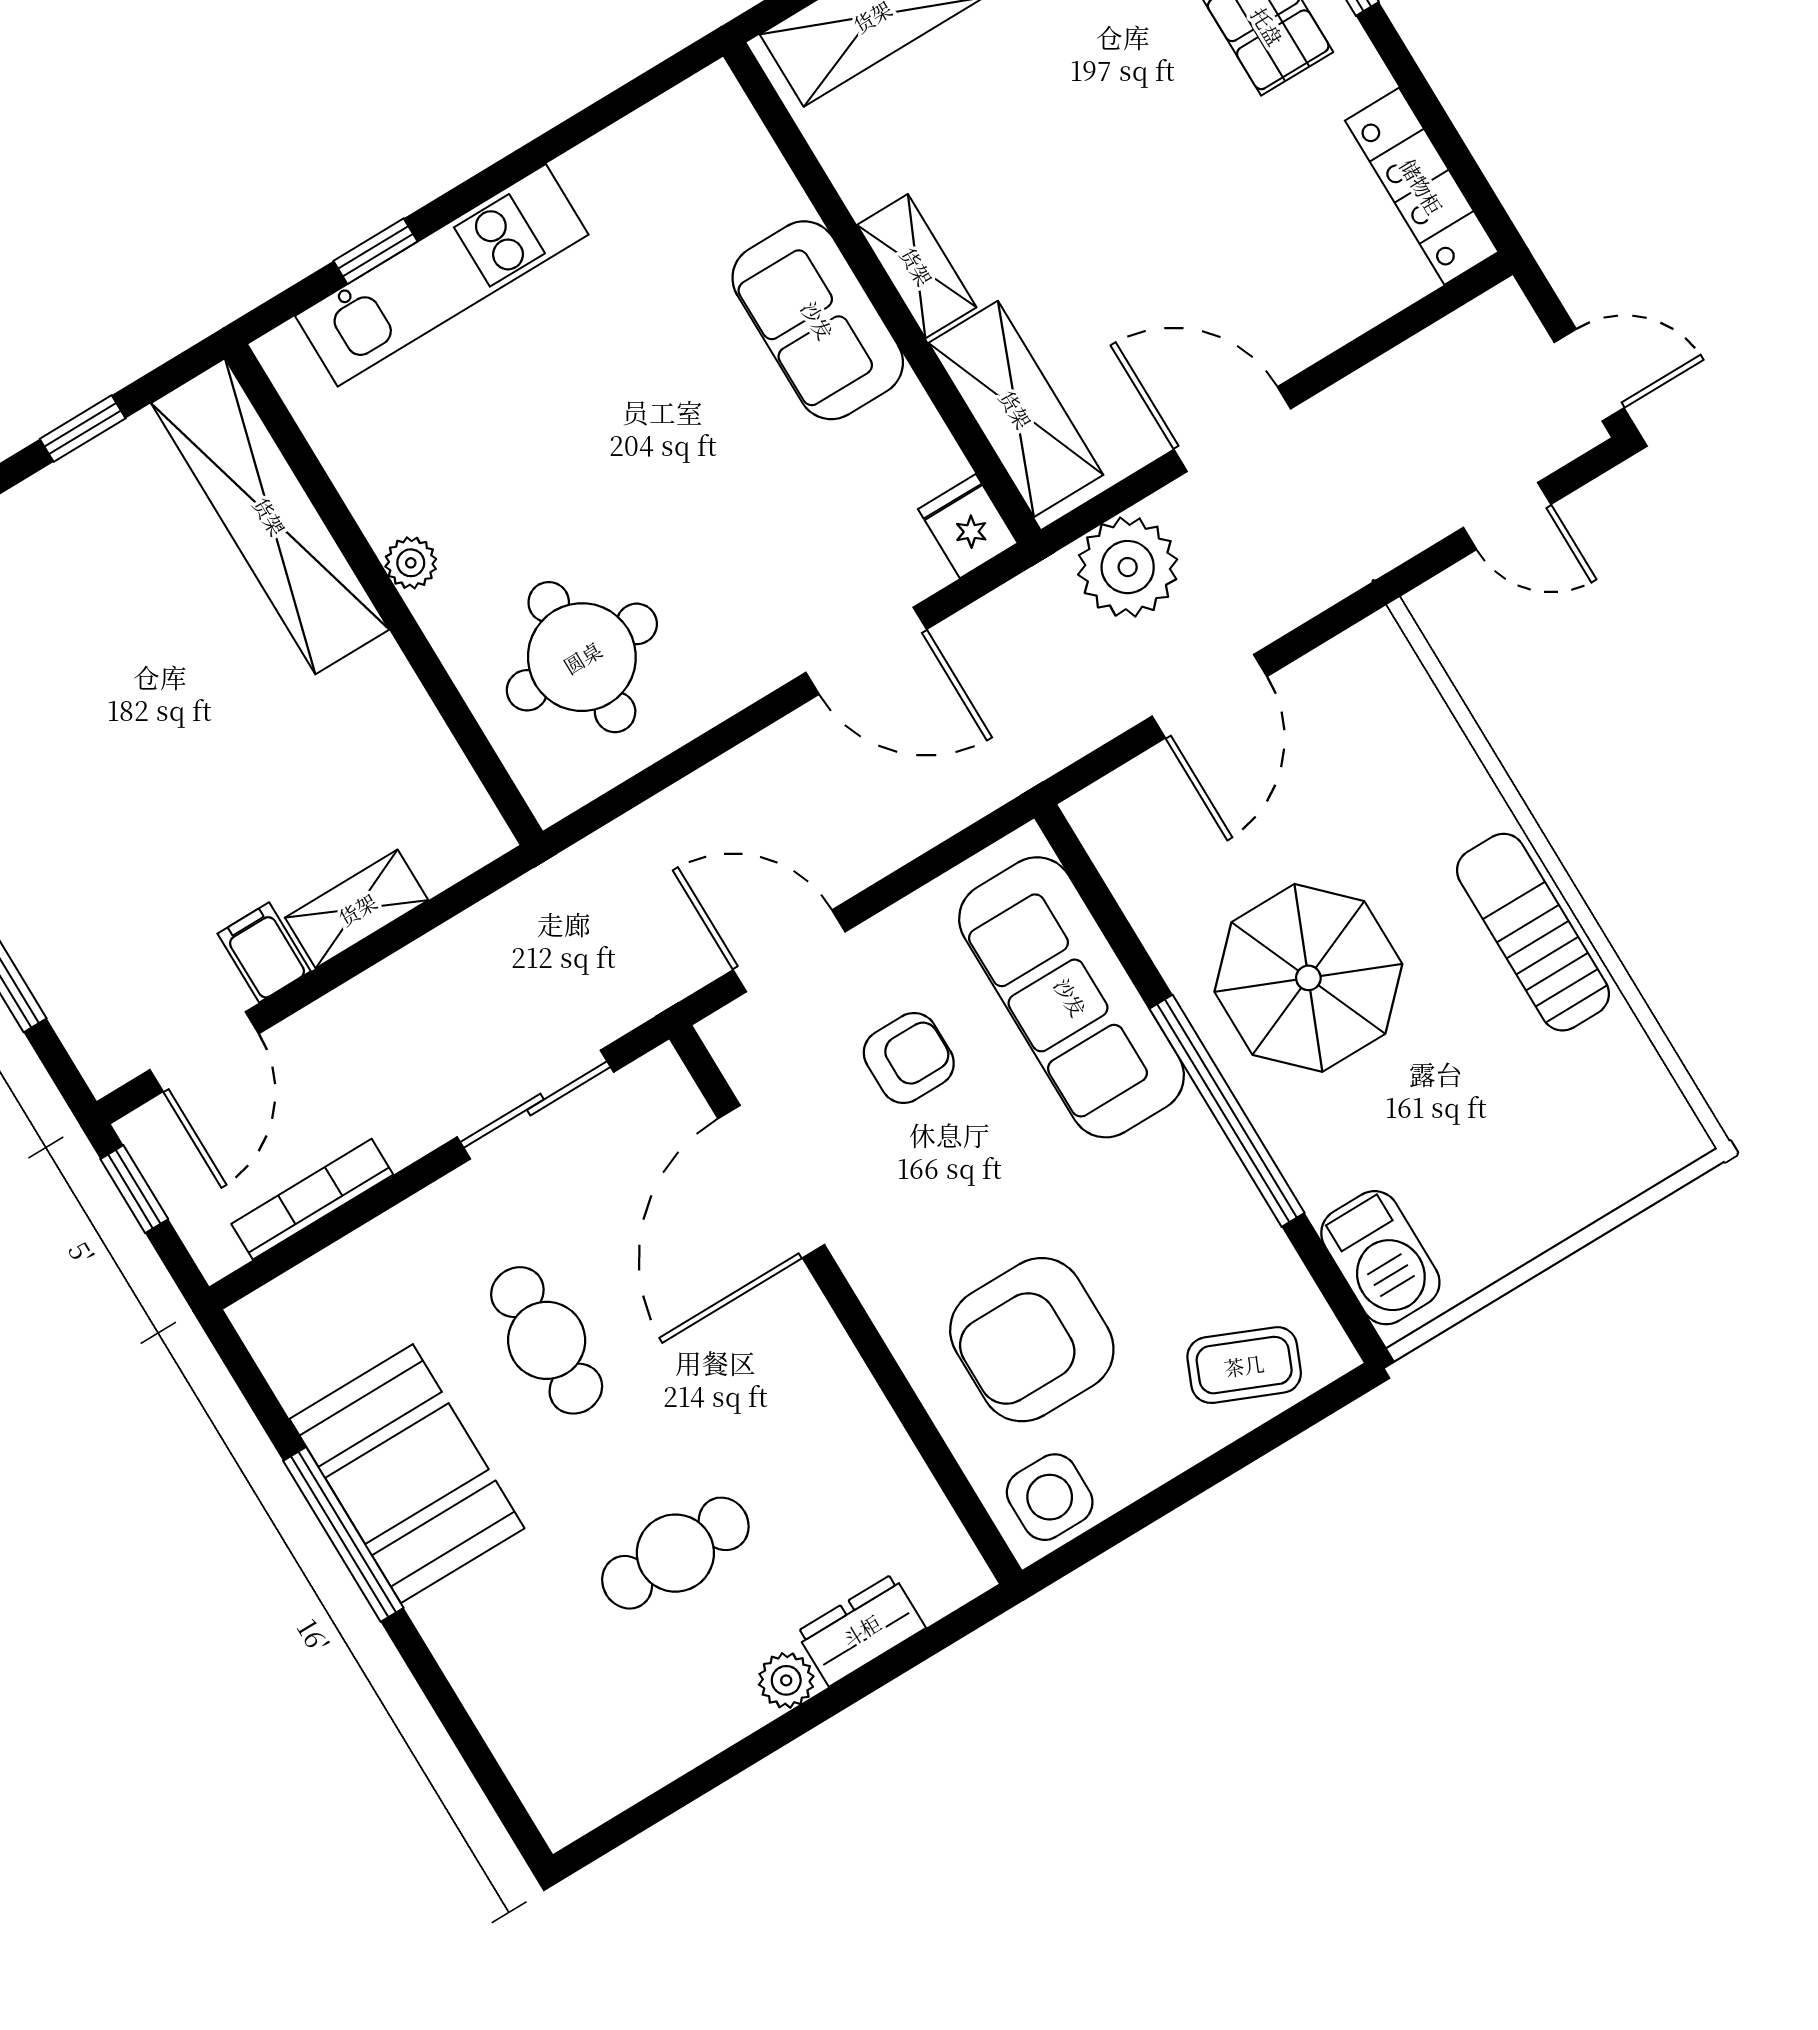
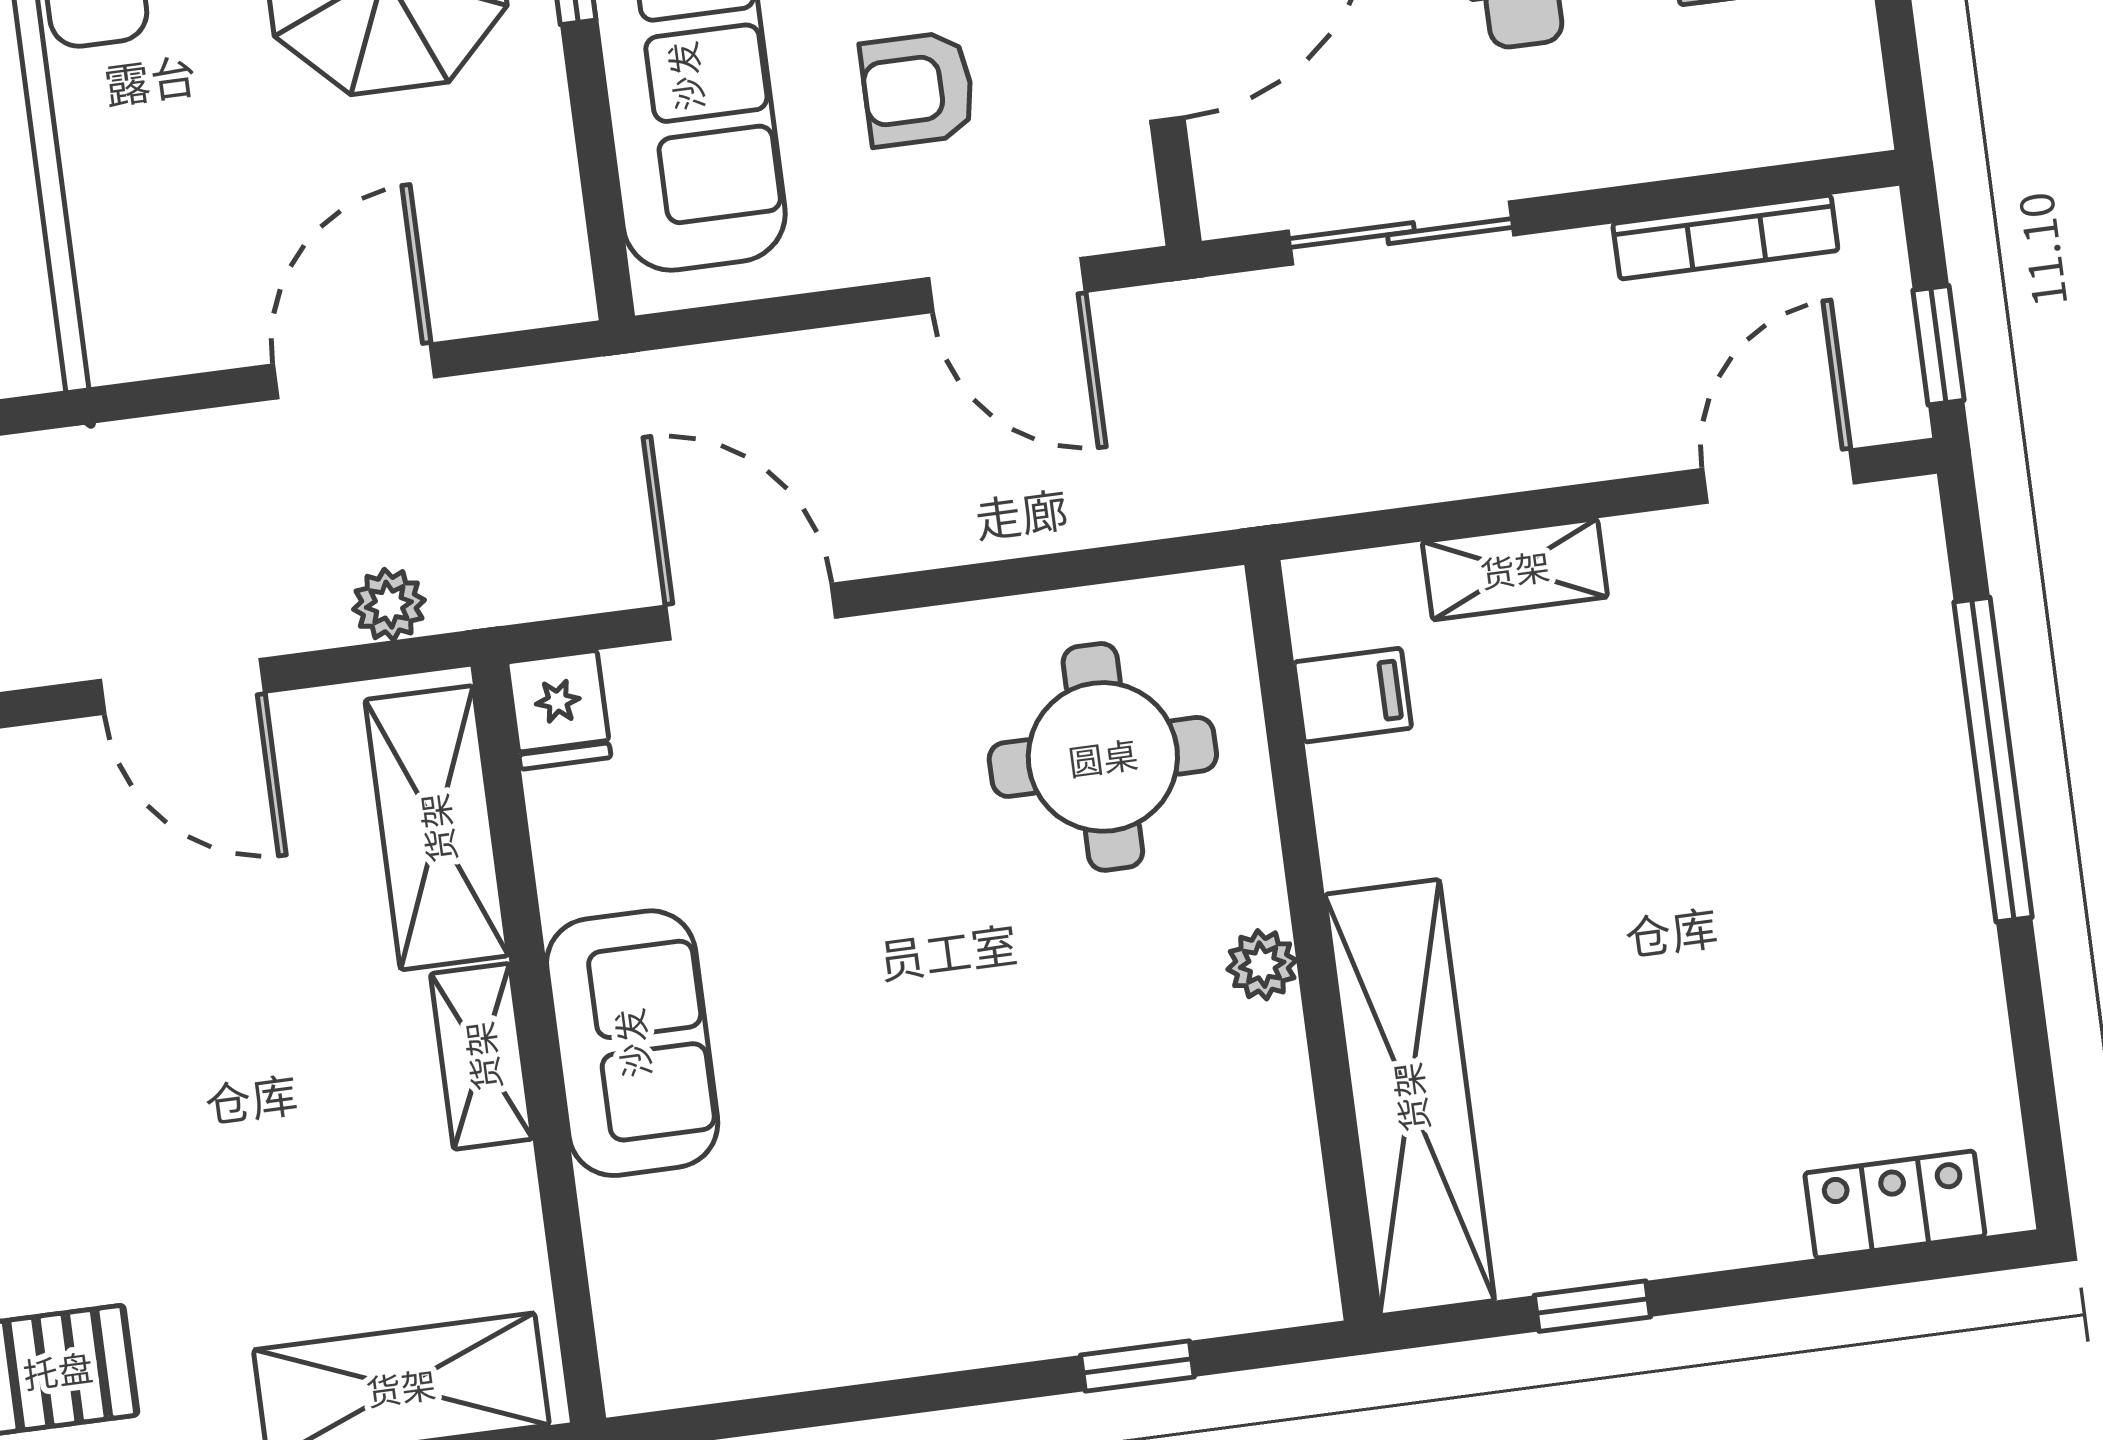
kitchen unit: (442, 275) -> (1069, 1301), removed
plant: (1128, 567) -> (389, 605), width x0.53, depth x0.53
filing cabinet: (264, 952) -> (1353, 695), moved, turned -90

